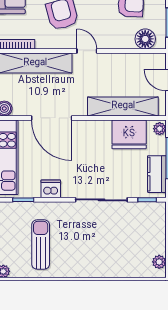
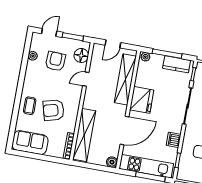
door: (87, 51) -> (86, 79), moved
fridge: (129, 134) -> (142, 100), moved

